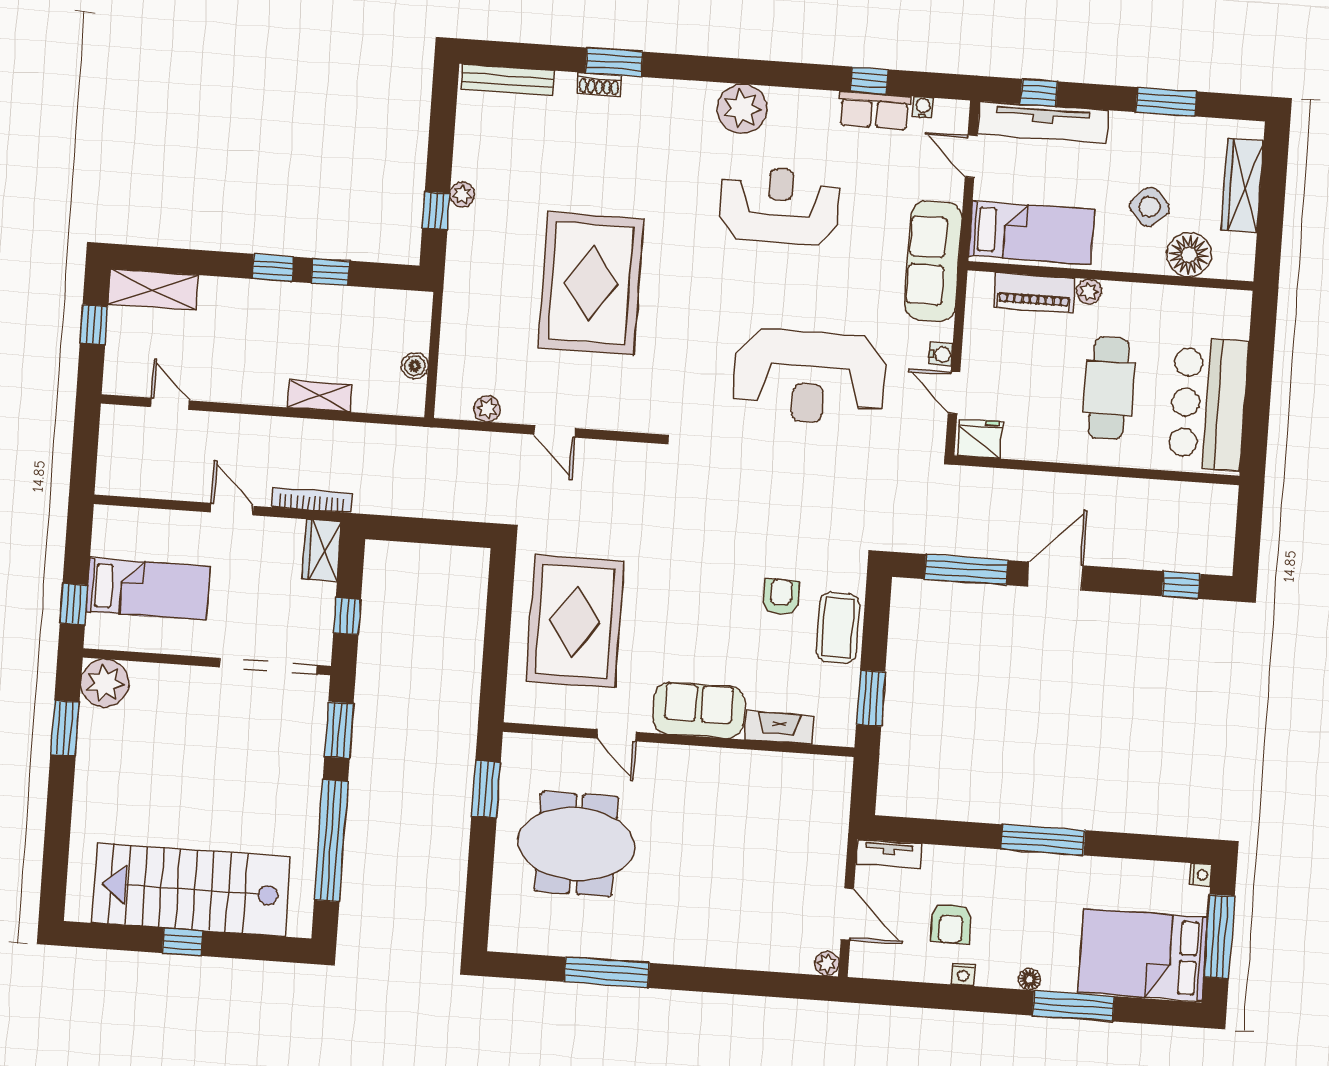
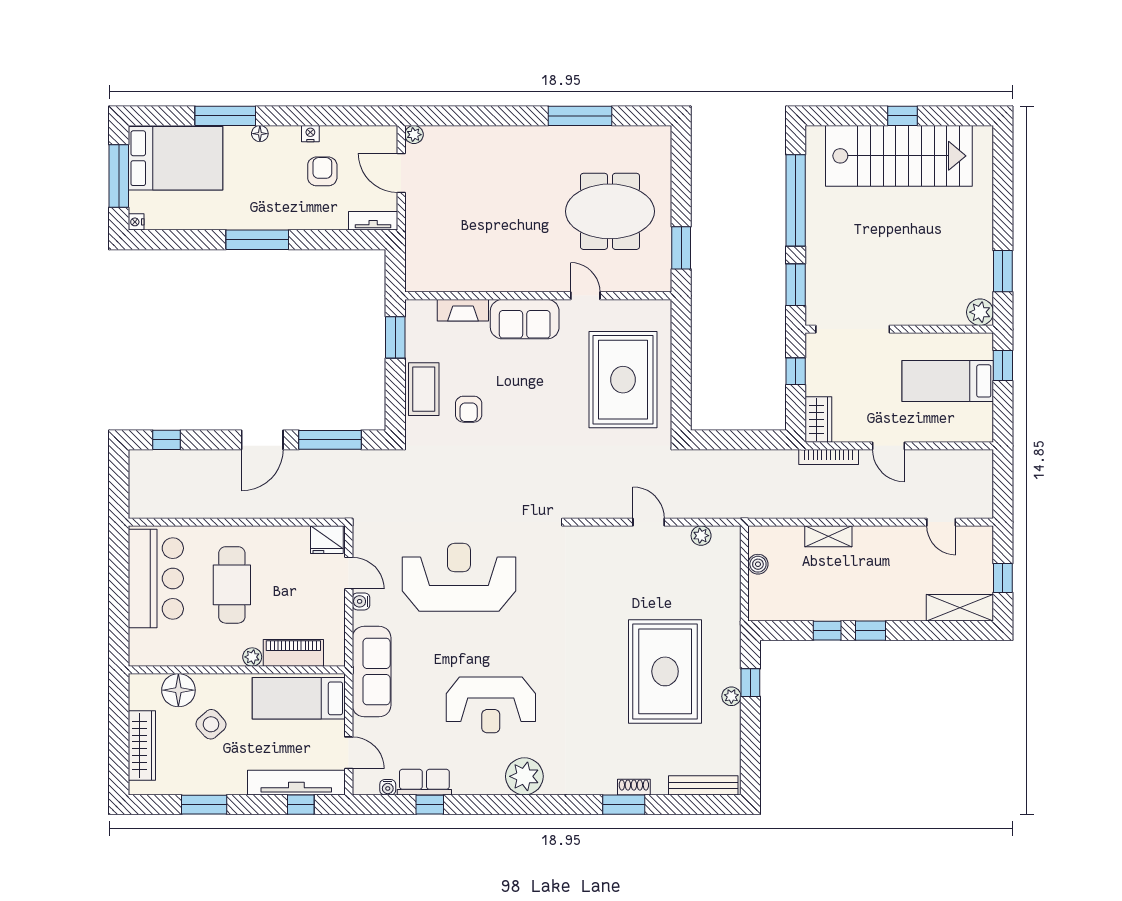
rug: (591, 283) -> (665, 671), moved
plant: (105, 683) -> (980, 312), width x0.73, depth x0.73

